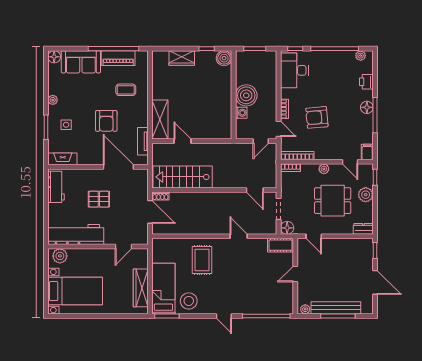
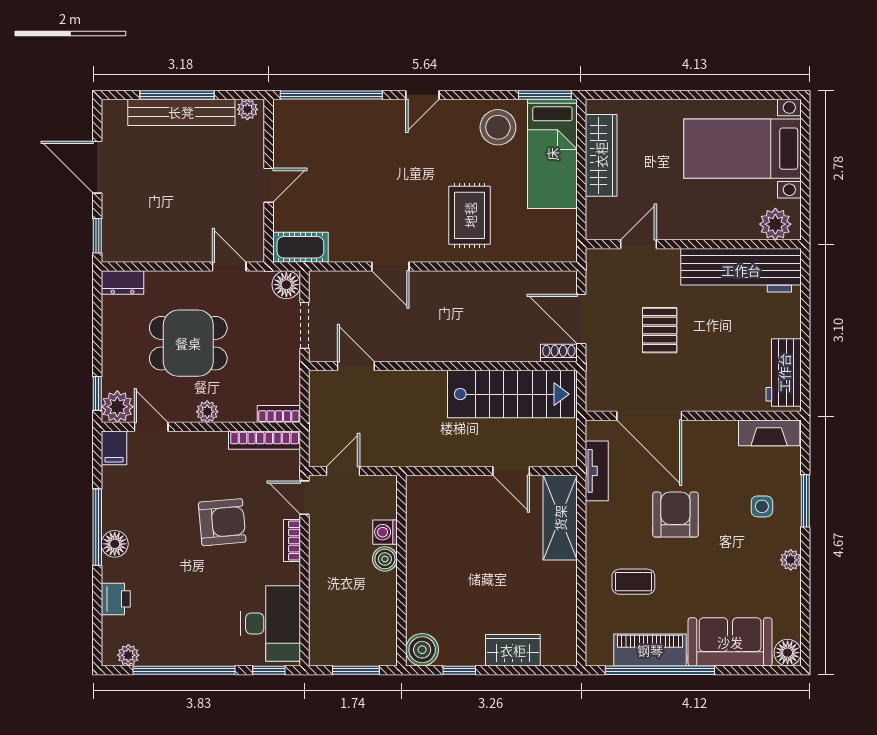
boiler: (246, 95) -> (385, 559), width x0.54, depth x0.54
plant: (366, 195) -> (117, 407), moved
pallet: (99, 199) -> (660, 330), moved, turned 90
door: (224, 316) -> (422, 95), swing flipped

